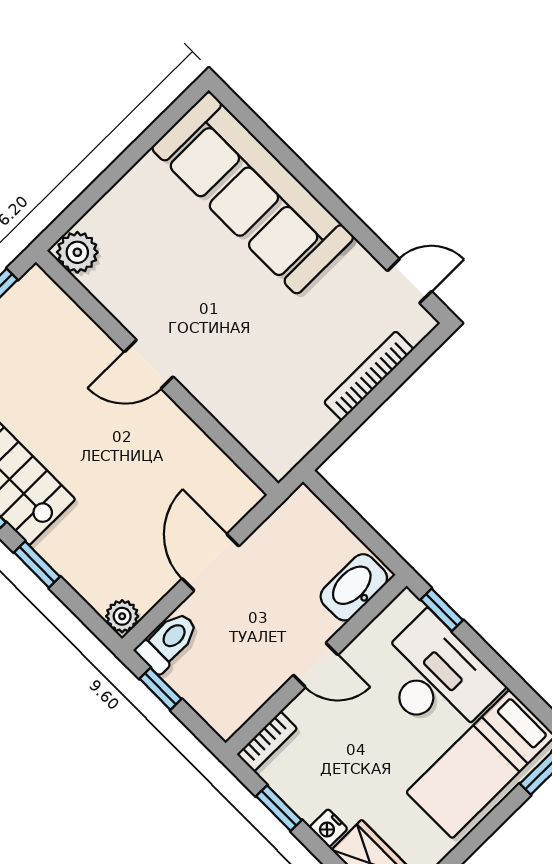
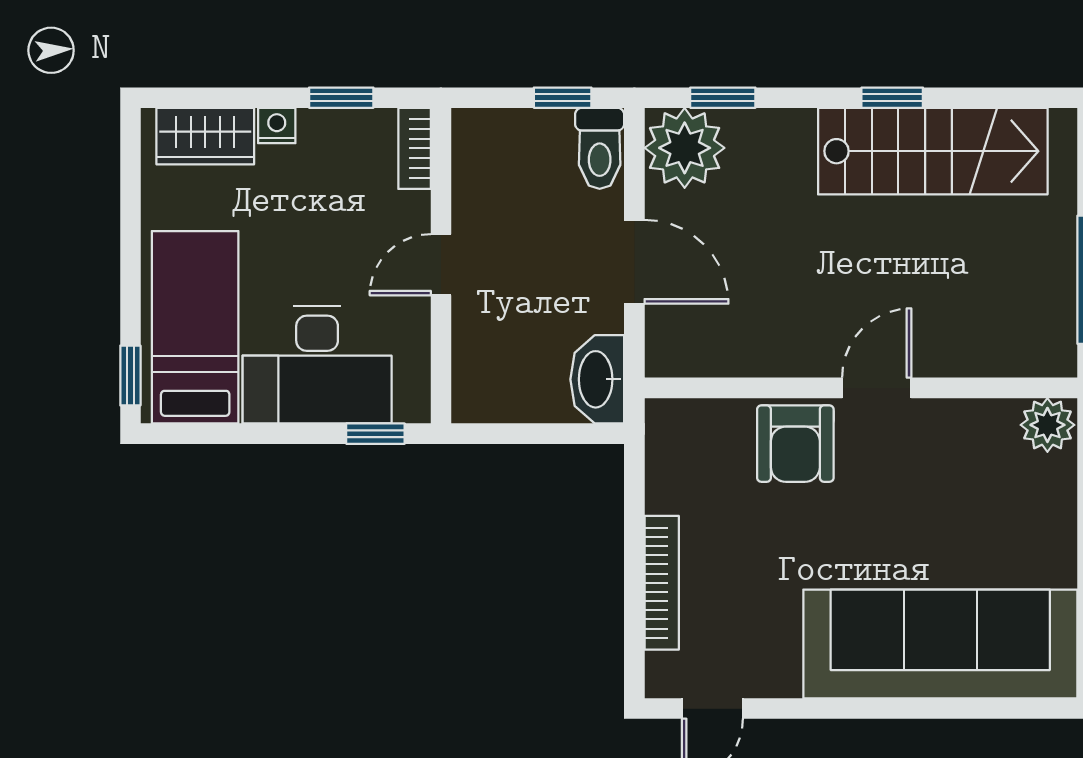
armchair: (222, 378) -> (795, 444), added
window: (37, 565) -> (723, 98), moved
washbasin: (354, 587) -> (597, 379), moved, turned 180
plant: (122, 616) -> (685, 148), width x1.88, depth x1.88

